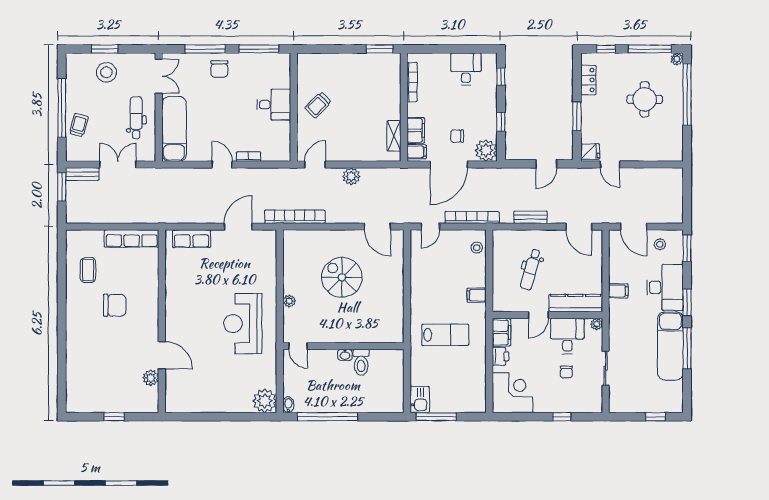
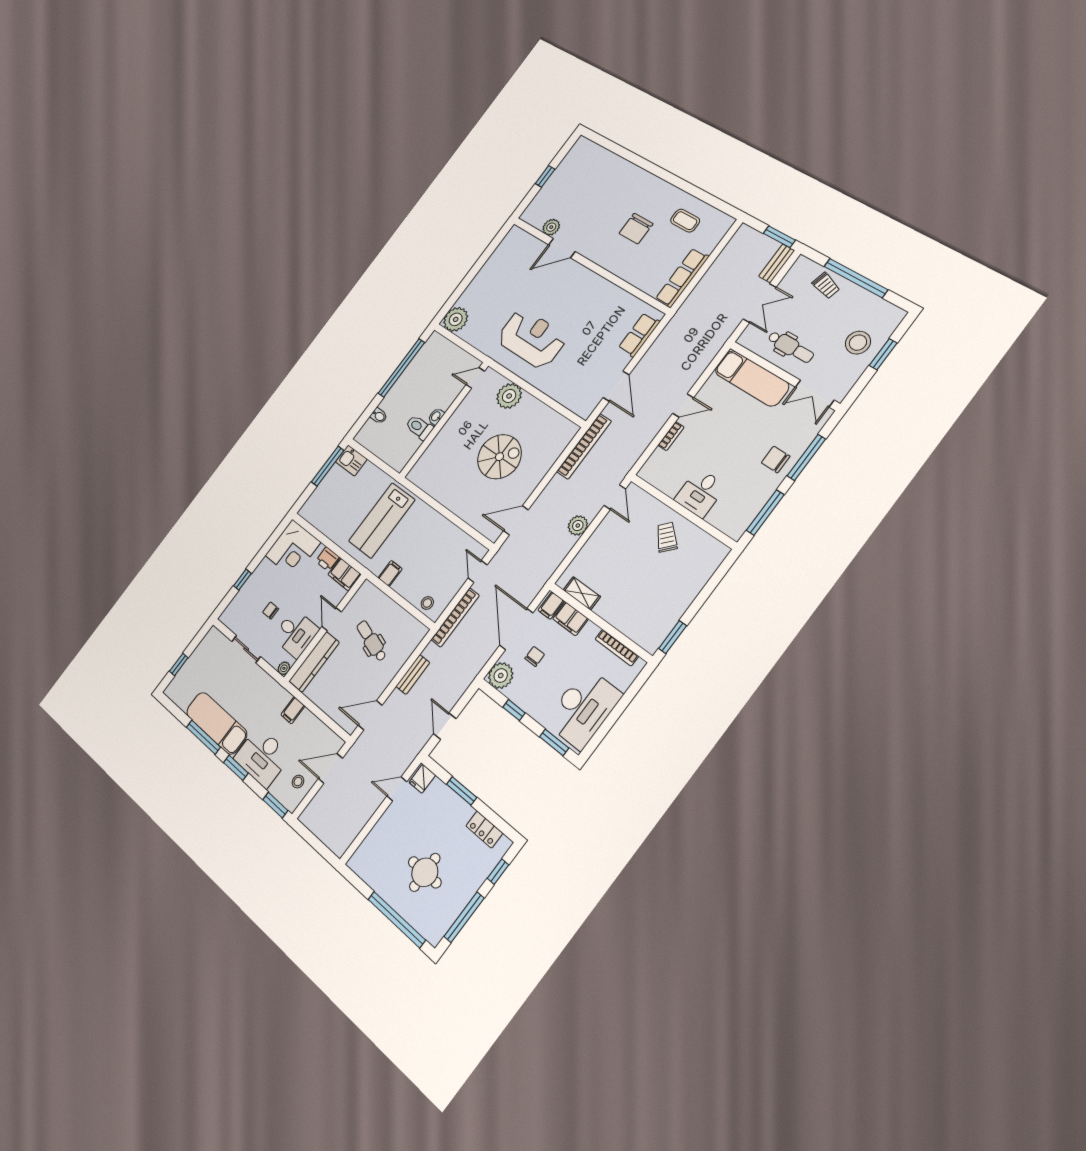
plant: (677, 59) -> (434, 937), removed
desk: (466, 69) -> (583, 708), width x1.87, depth x1.30
window: (501, 77) -> (554, 742), width x1.50
plant: (289, 301) -> (509, 396), width x1.87, depth x1.87
lab bench: (445, 335) -> (382, 521), width x1.36, depth x1.39
bidet: (288, 405) -> (379, 416), moved

